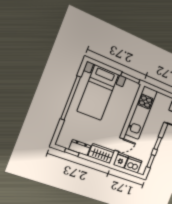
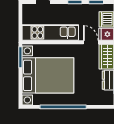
bed with nightstands: (98, 93) -> (48, 75), width x1.36

